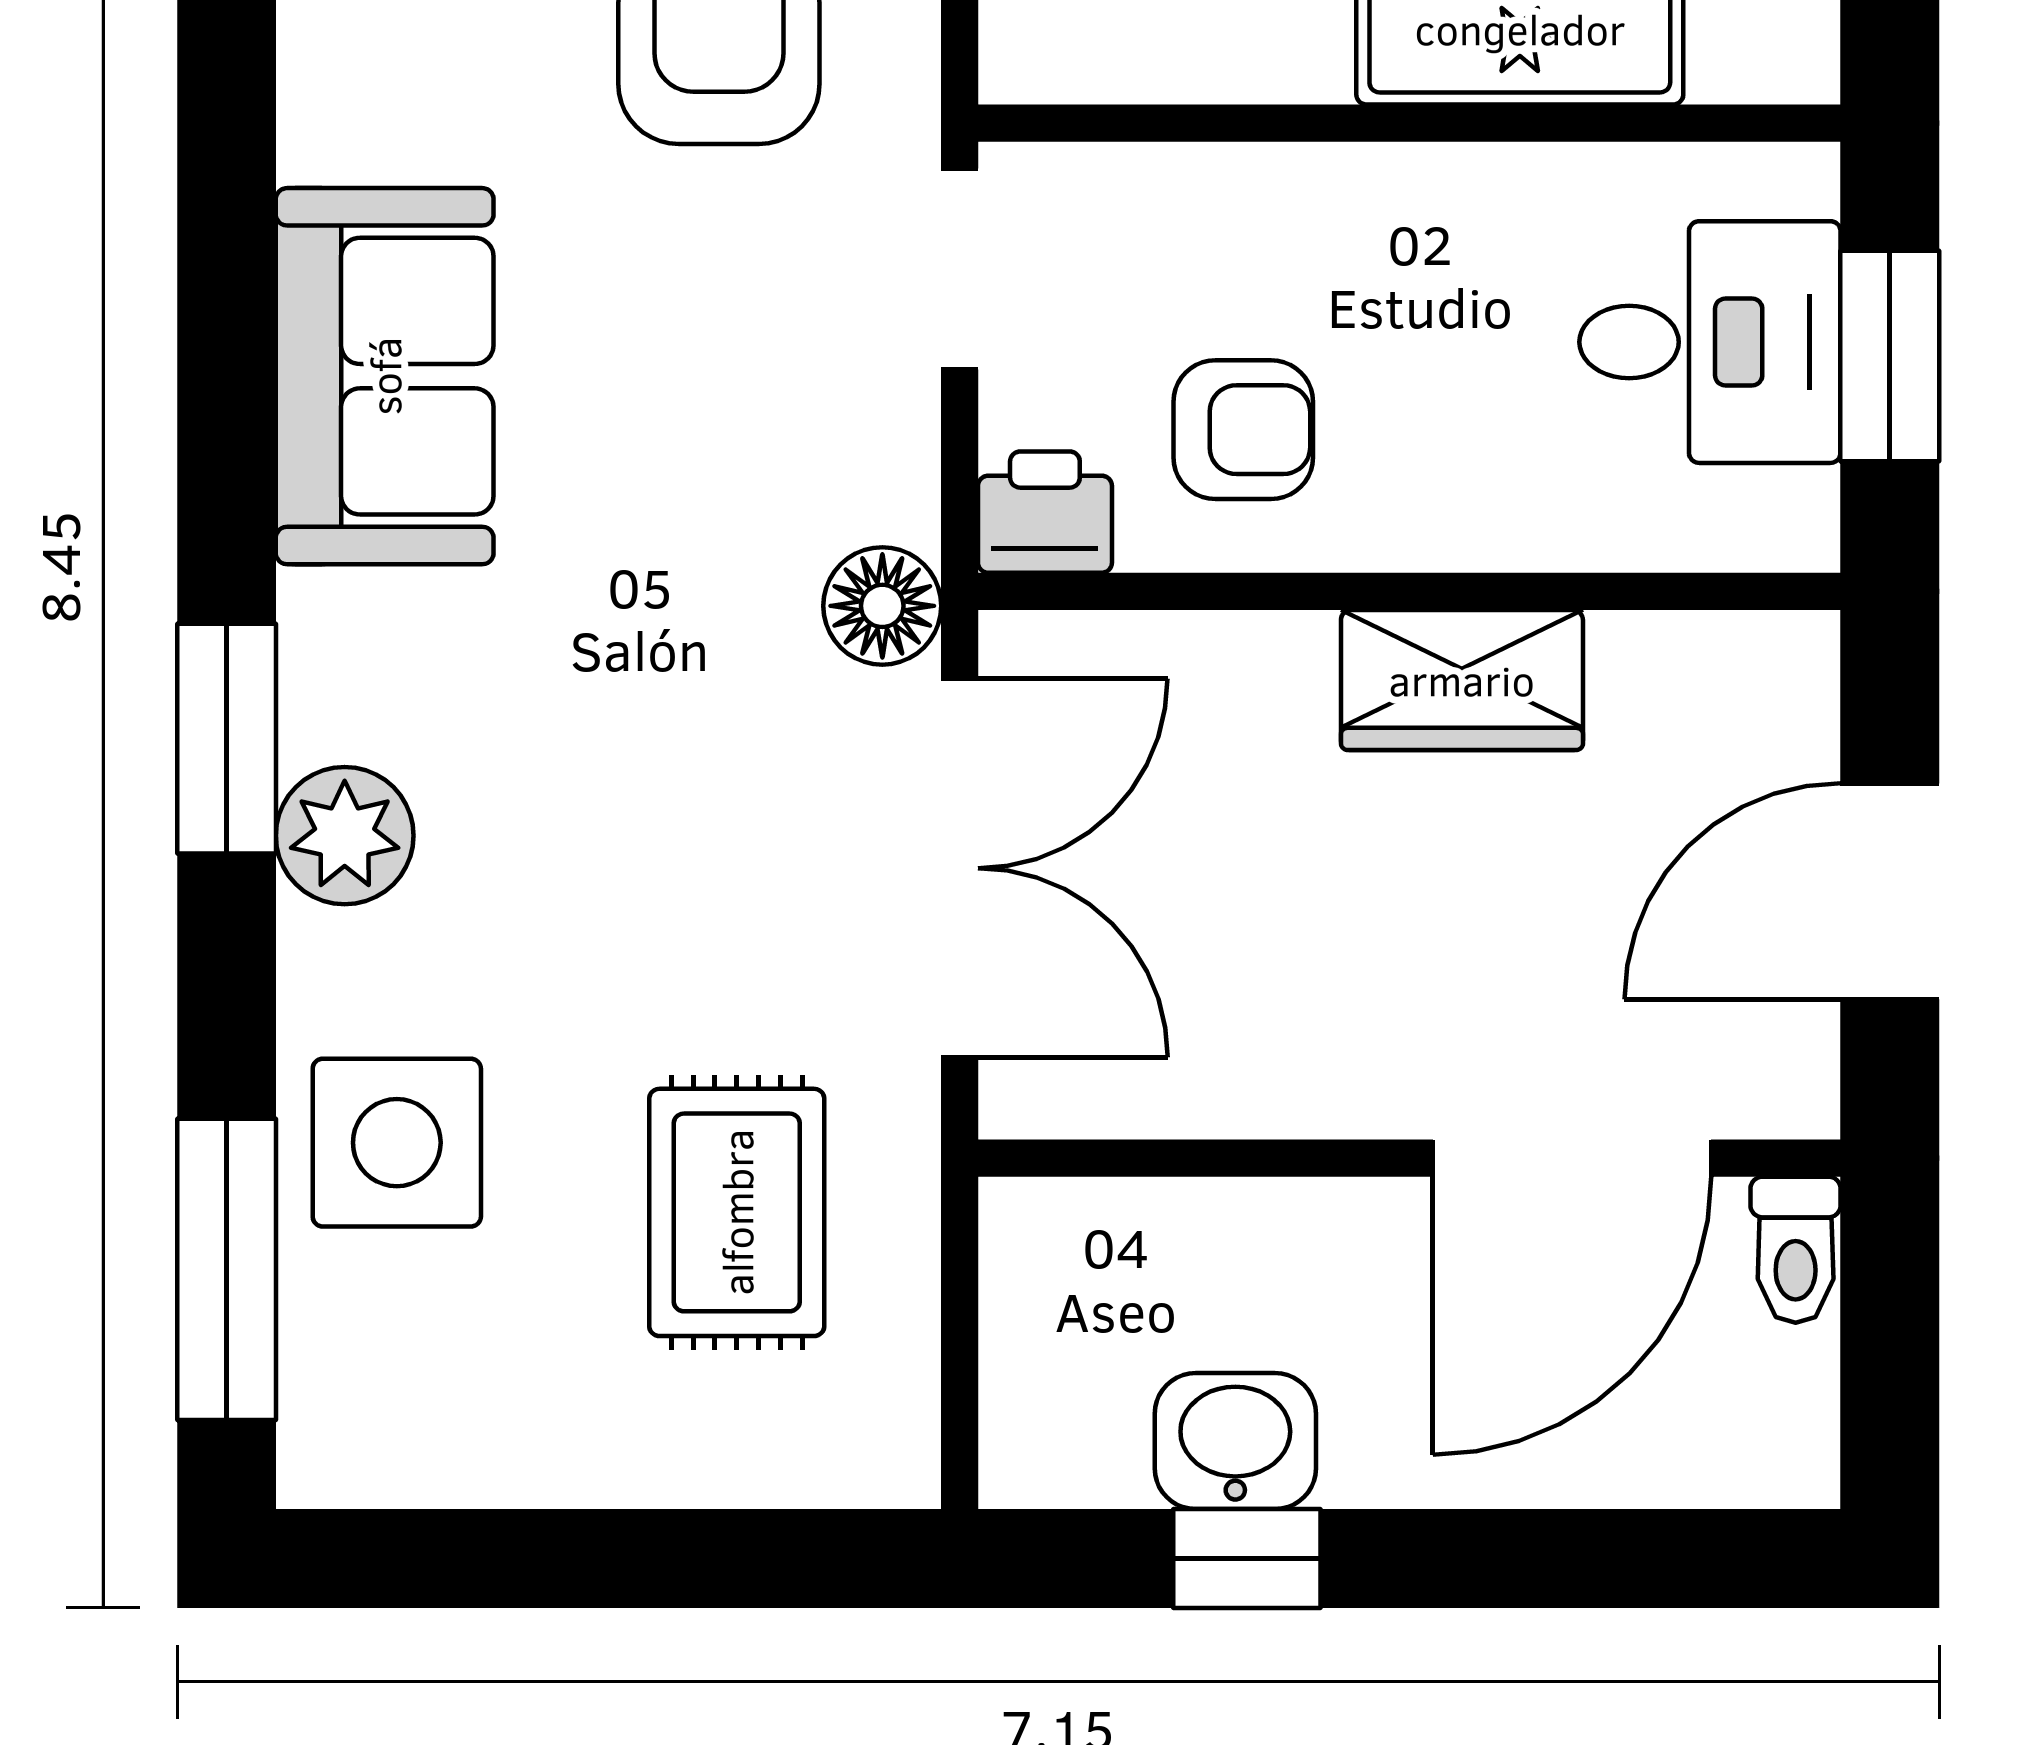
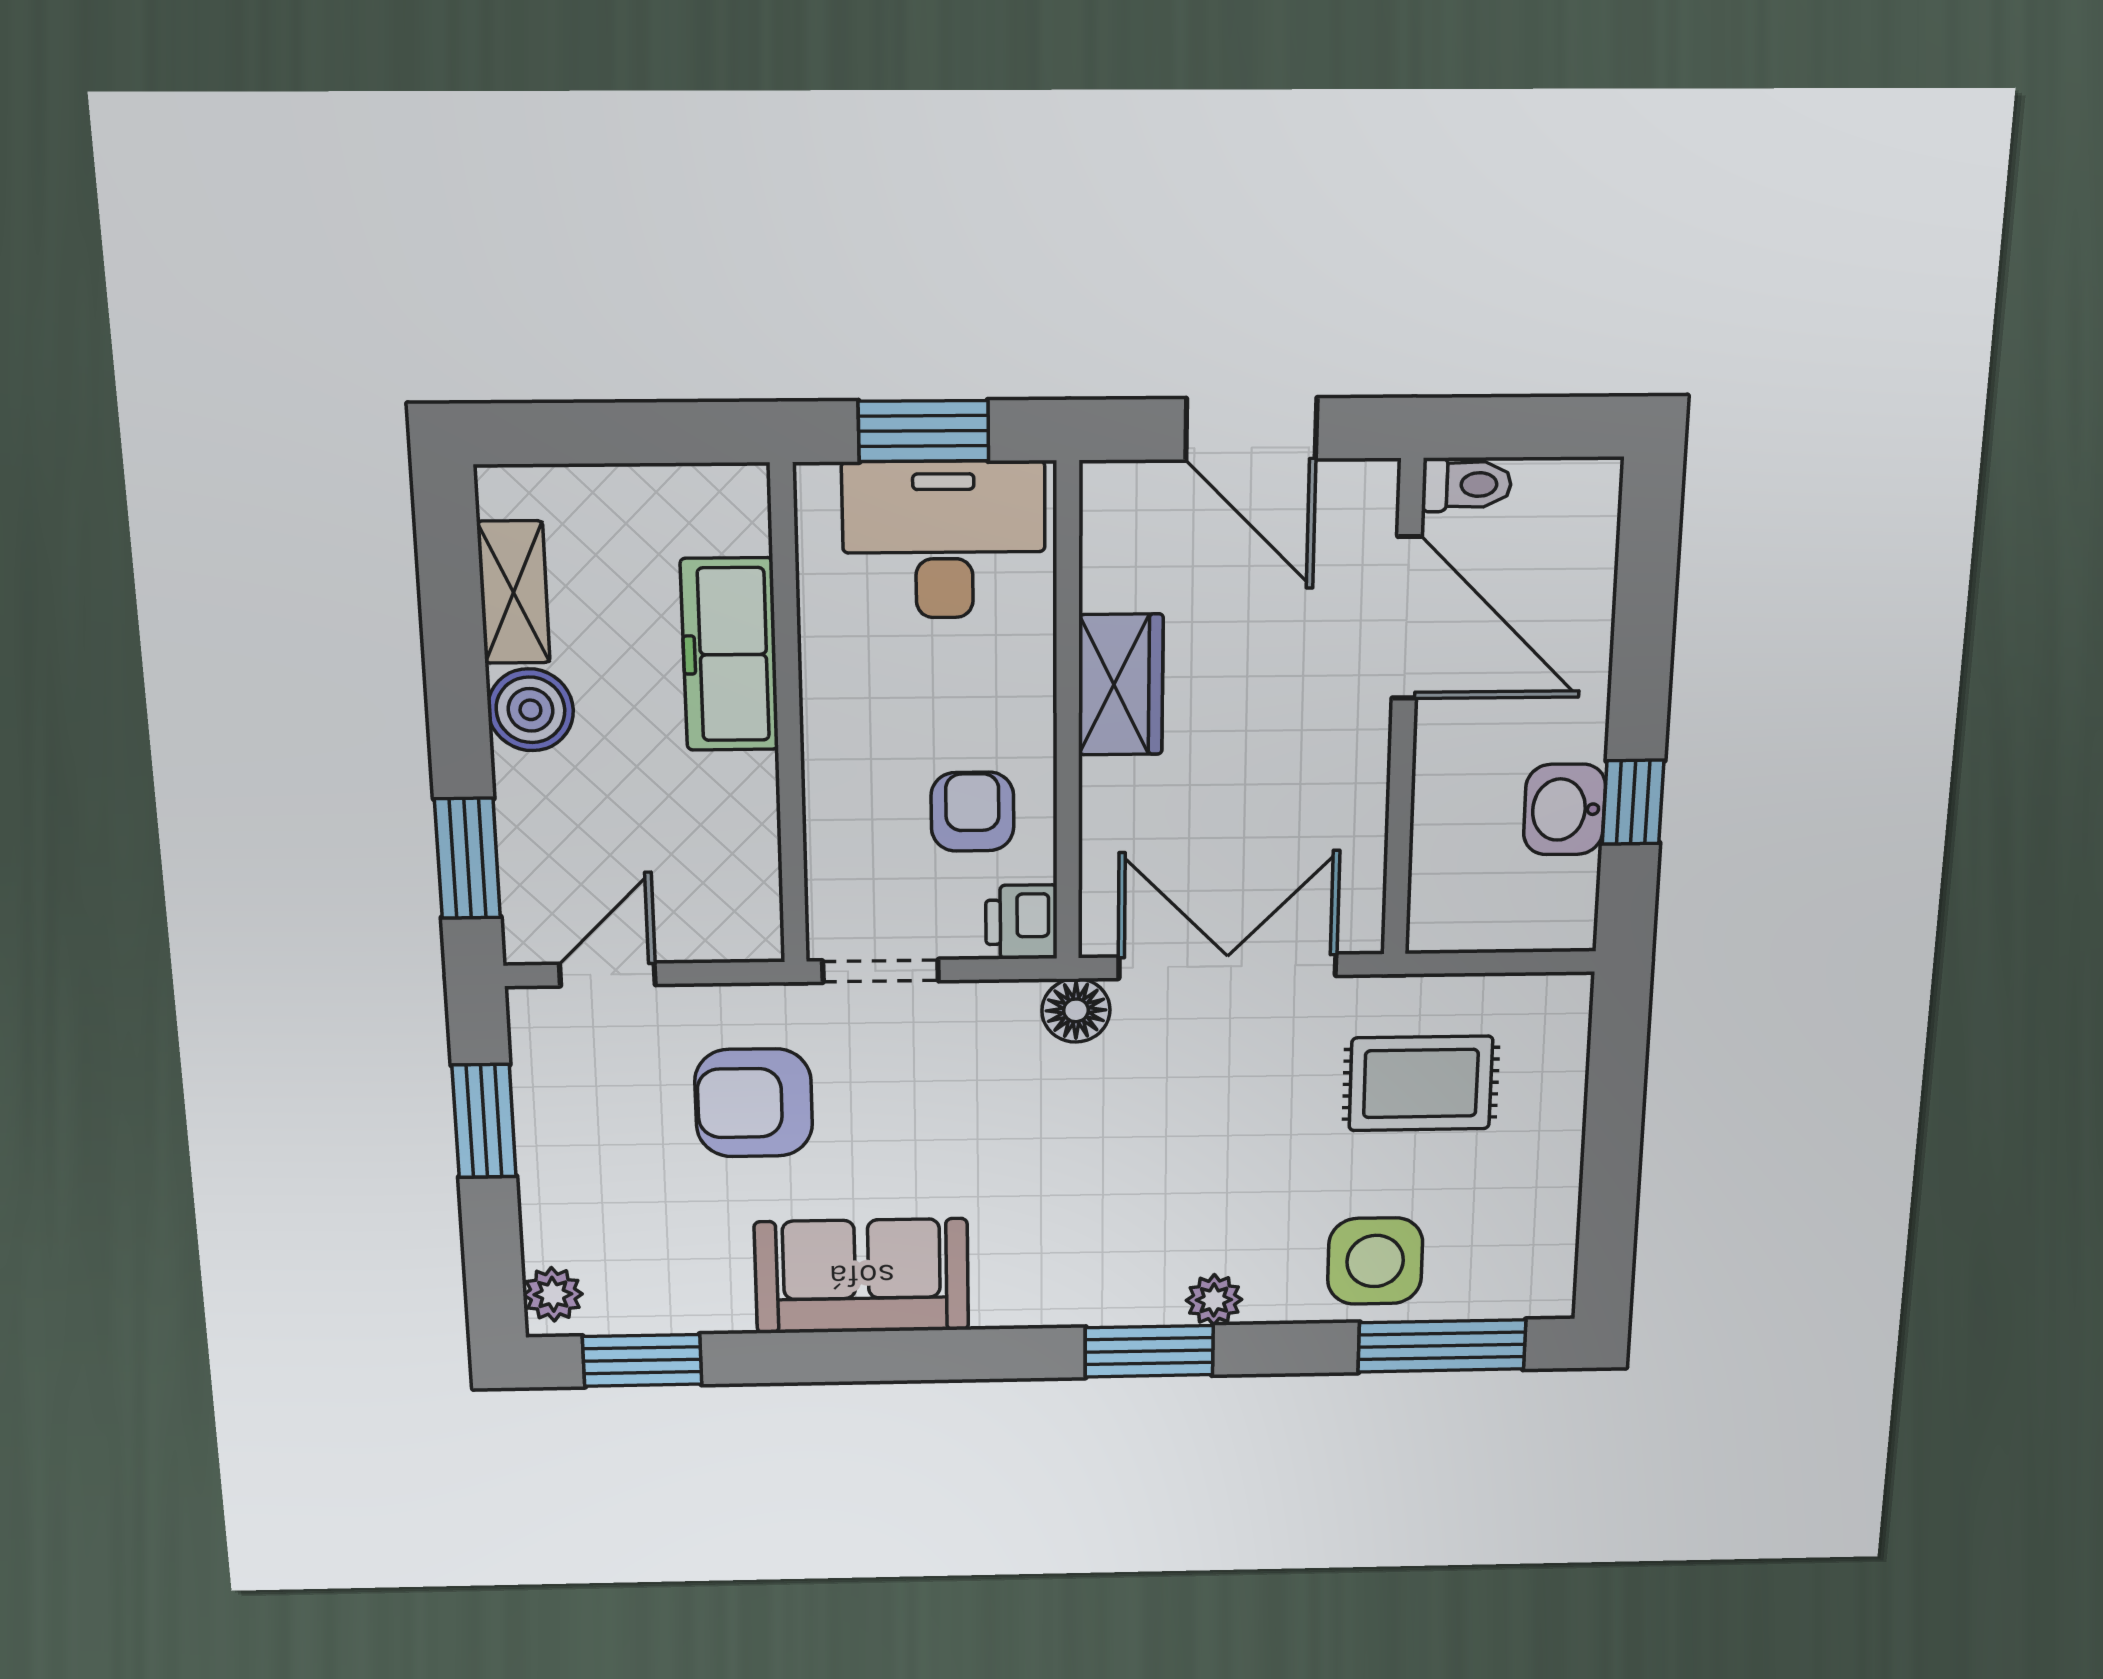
desk: (1710, 342) -> (944, 540), width x1.37
sofa: (385, 376) -> (862, 1276), moved
plant: (345, 836) -> (1214, 1300), width x0.73, depth x0.73

